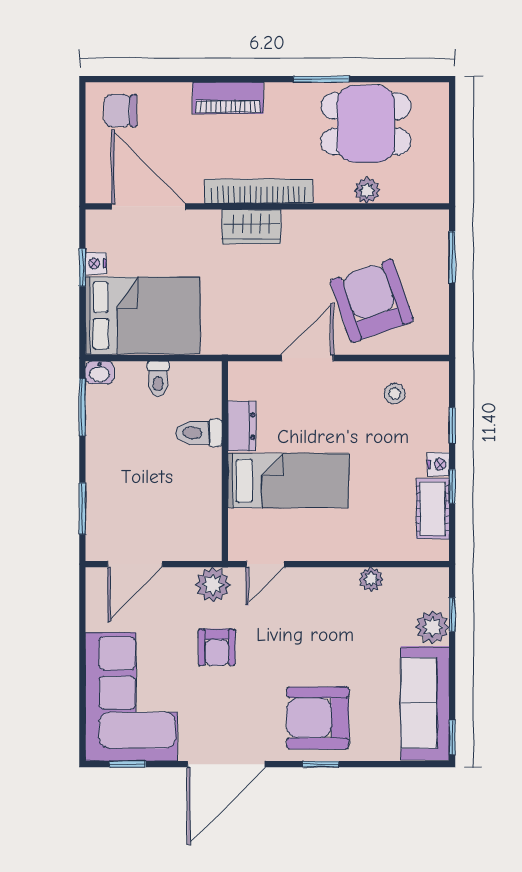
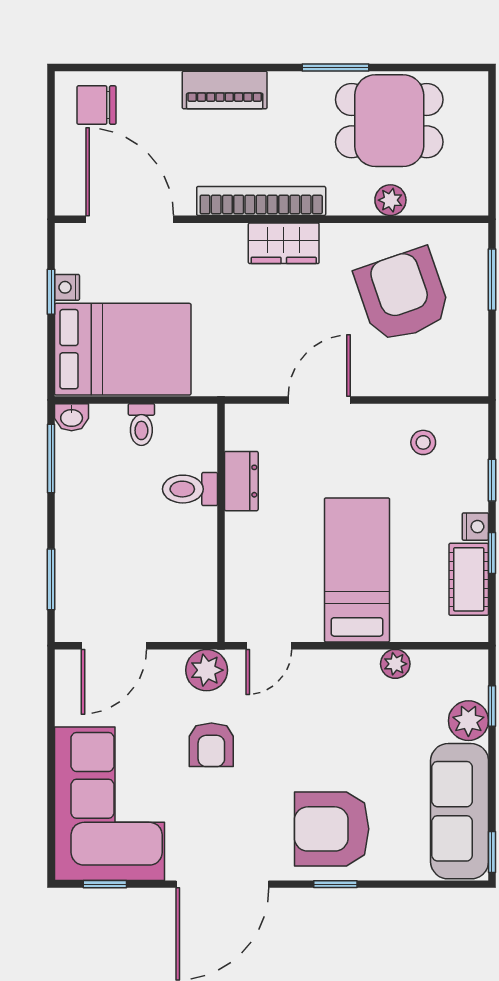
wardrobe: (251, 227) -> (284, 243), moved
armchair: (372, 301) -> (403, 295), moved
bed: (288, 481) -> (357, 570), moved, turned -90

